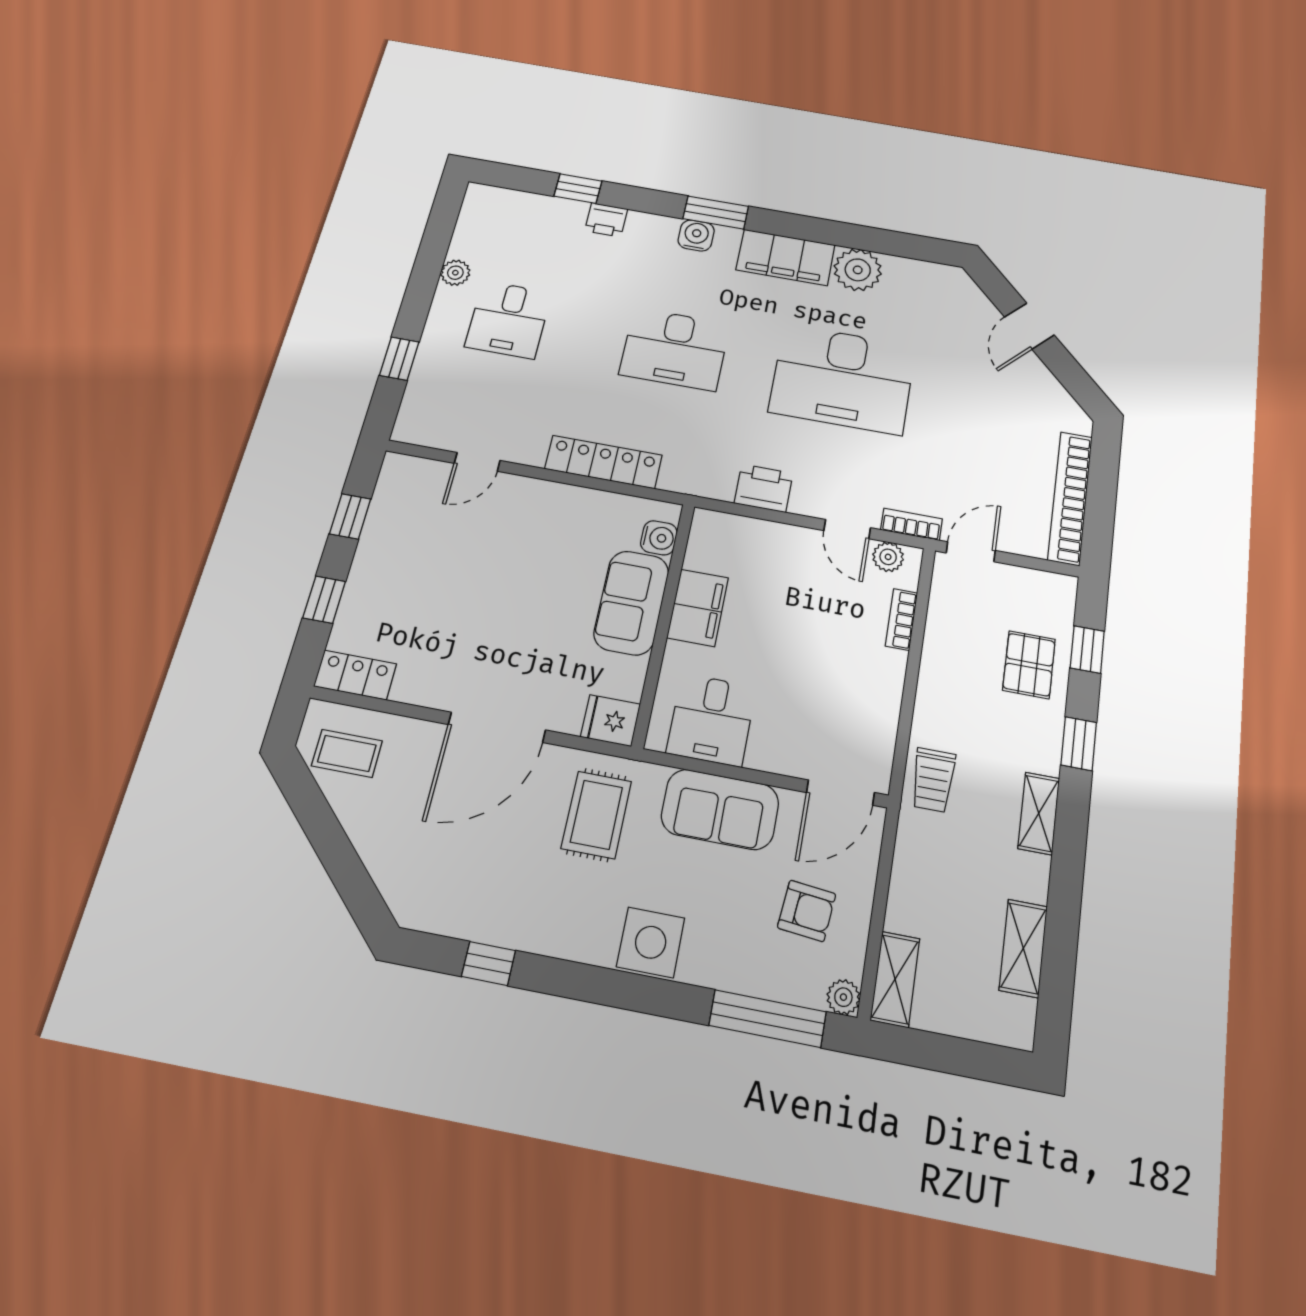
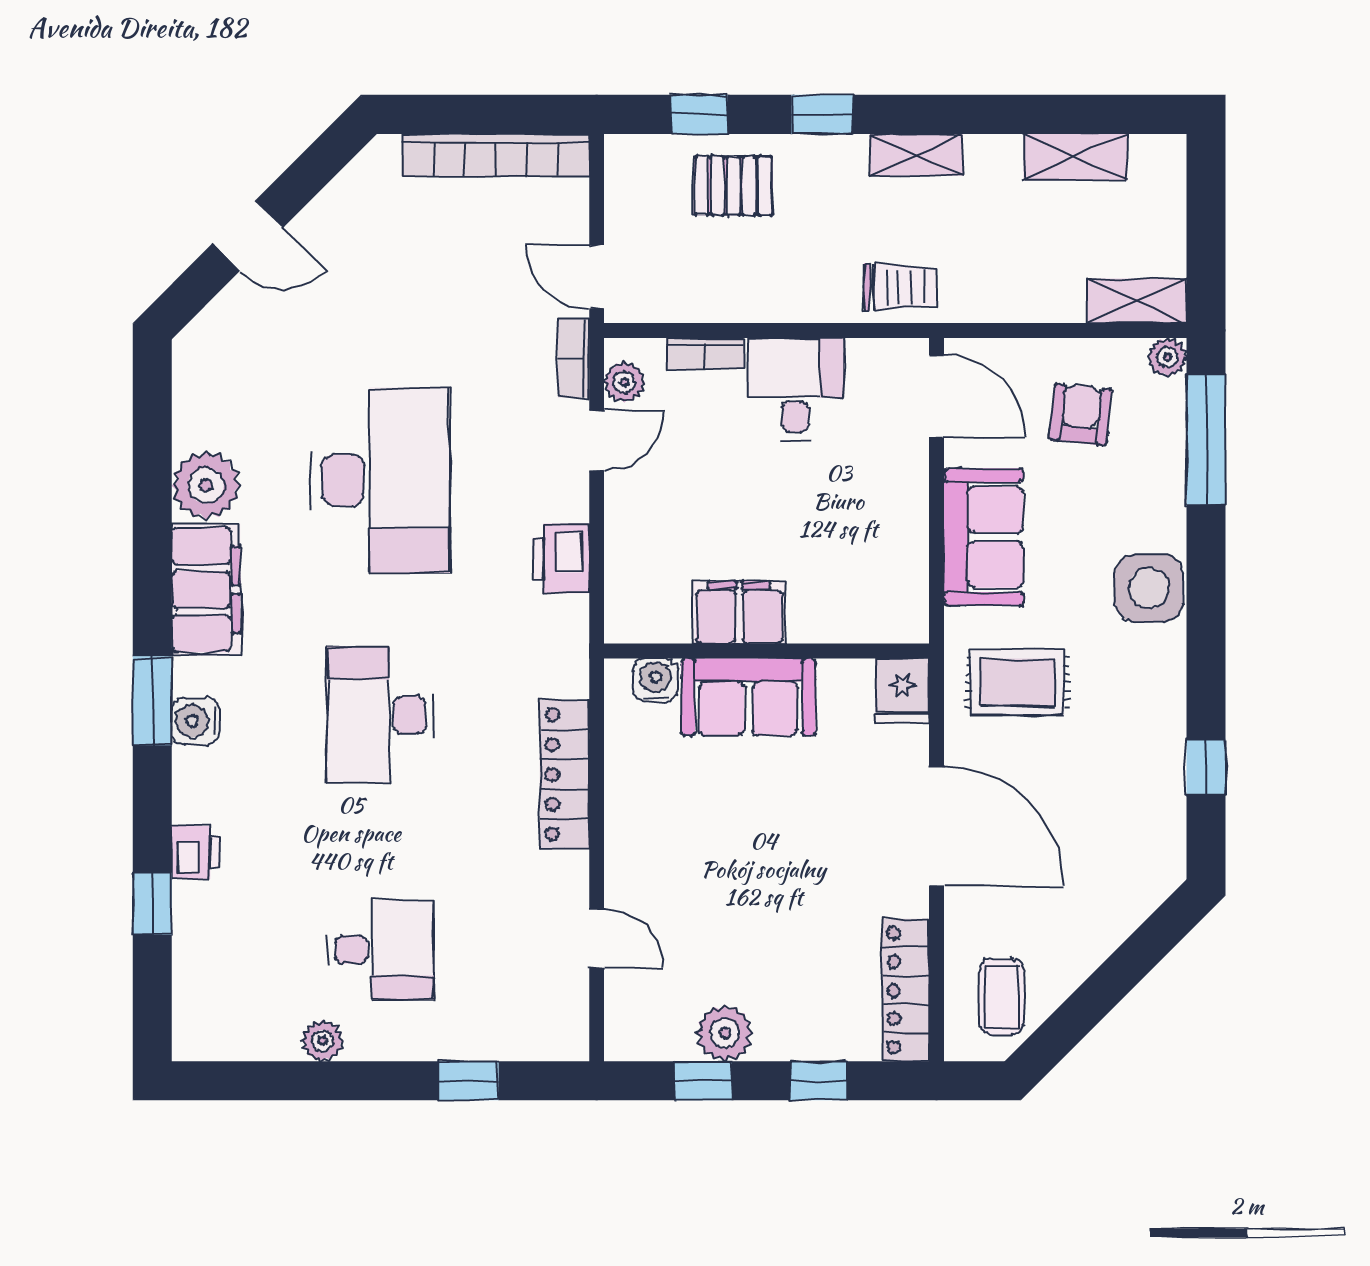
desk: (675, 349) -> (380, 715), turned 180
plant: (381, 538) -> (725, 1033), added
locker: (355, 675) -> (906, 990), width x1.53
desk: (711, 720) -> (795, 389), moved, turned -90

